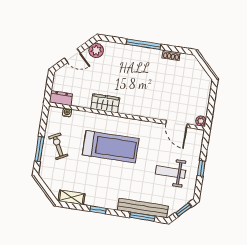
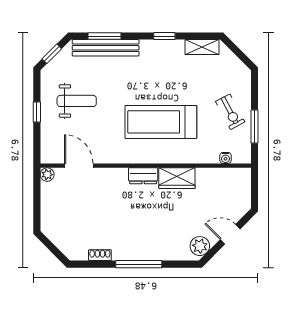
dresser: (61, 98) -> (143, 176), moved
window: (39, 149) -> (254, 126), moved

